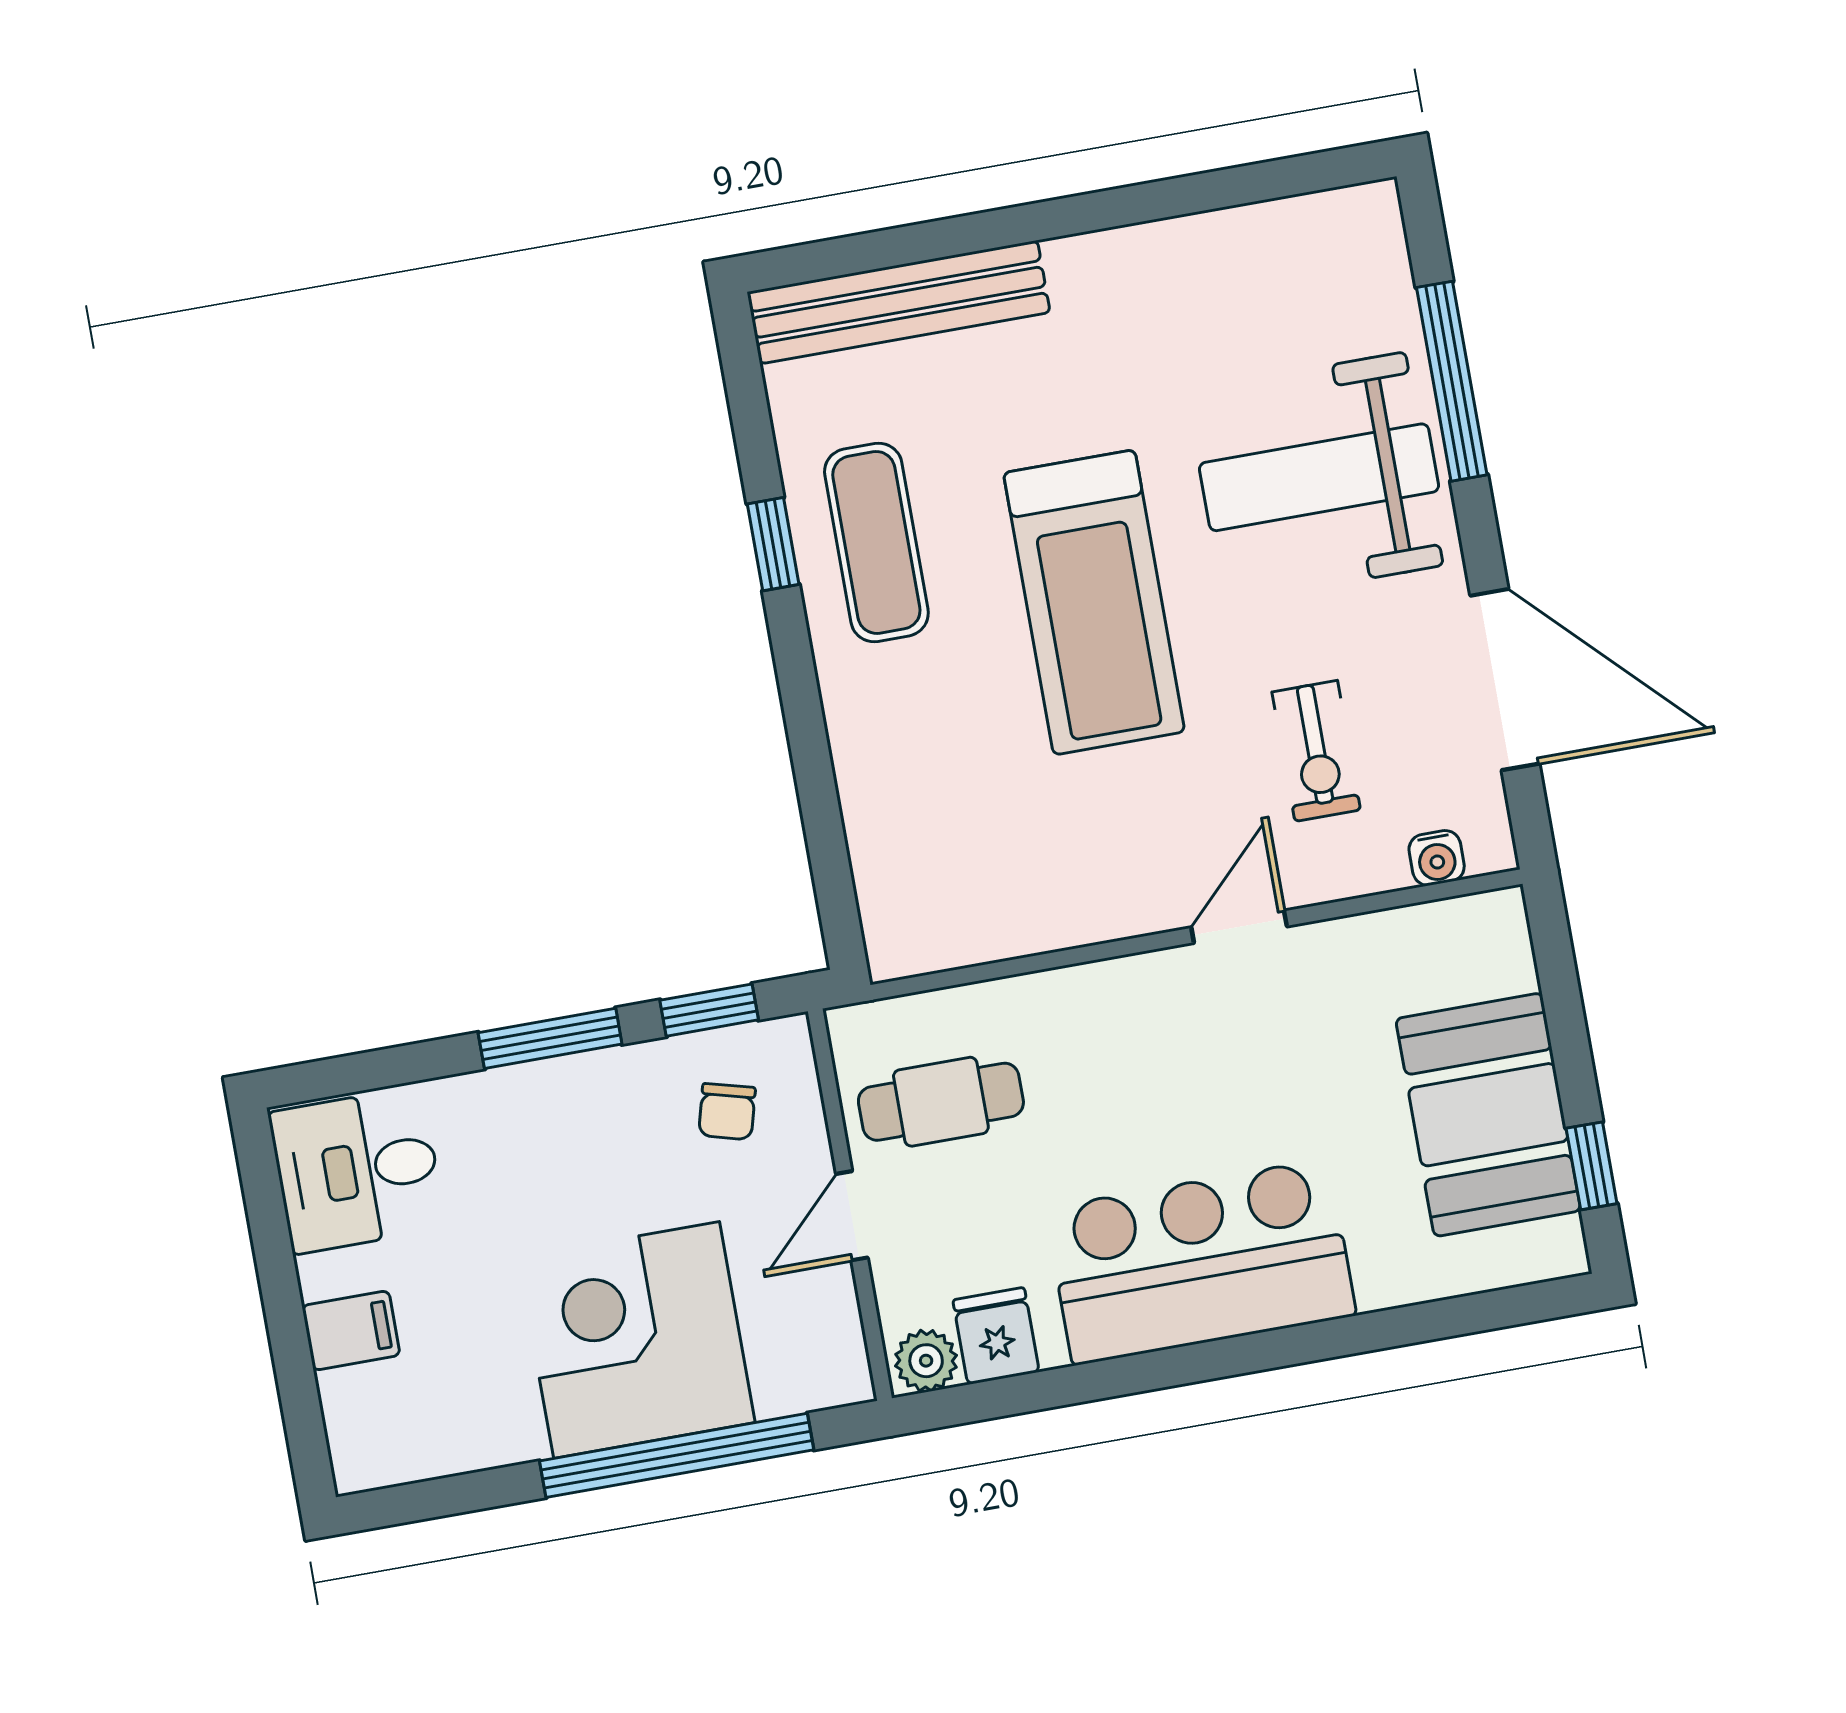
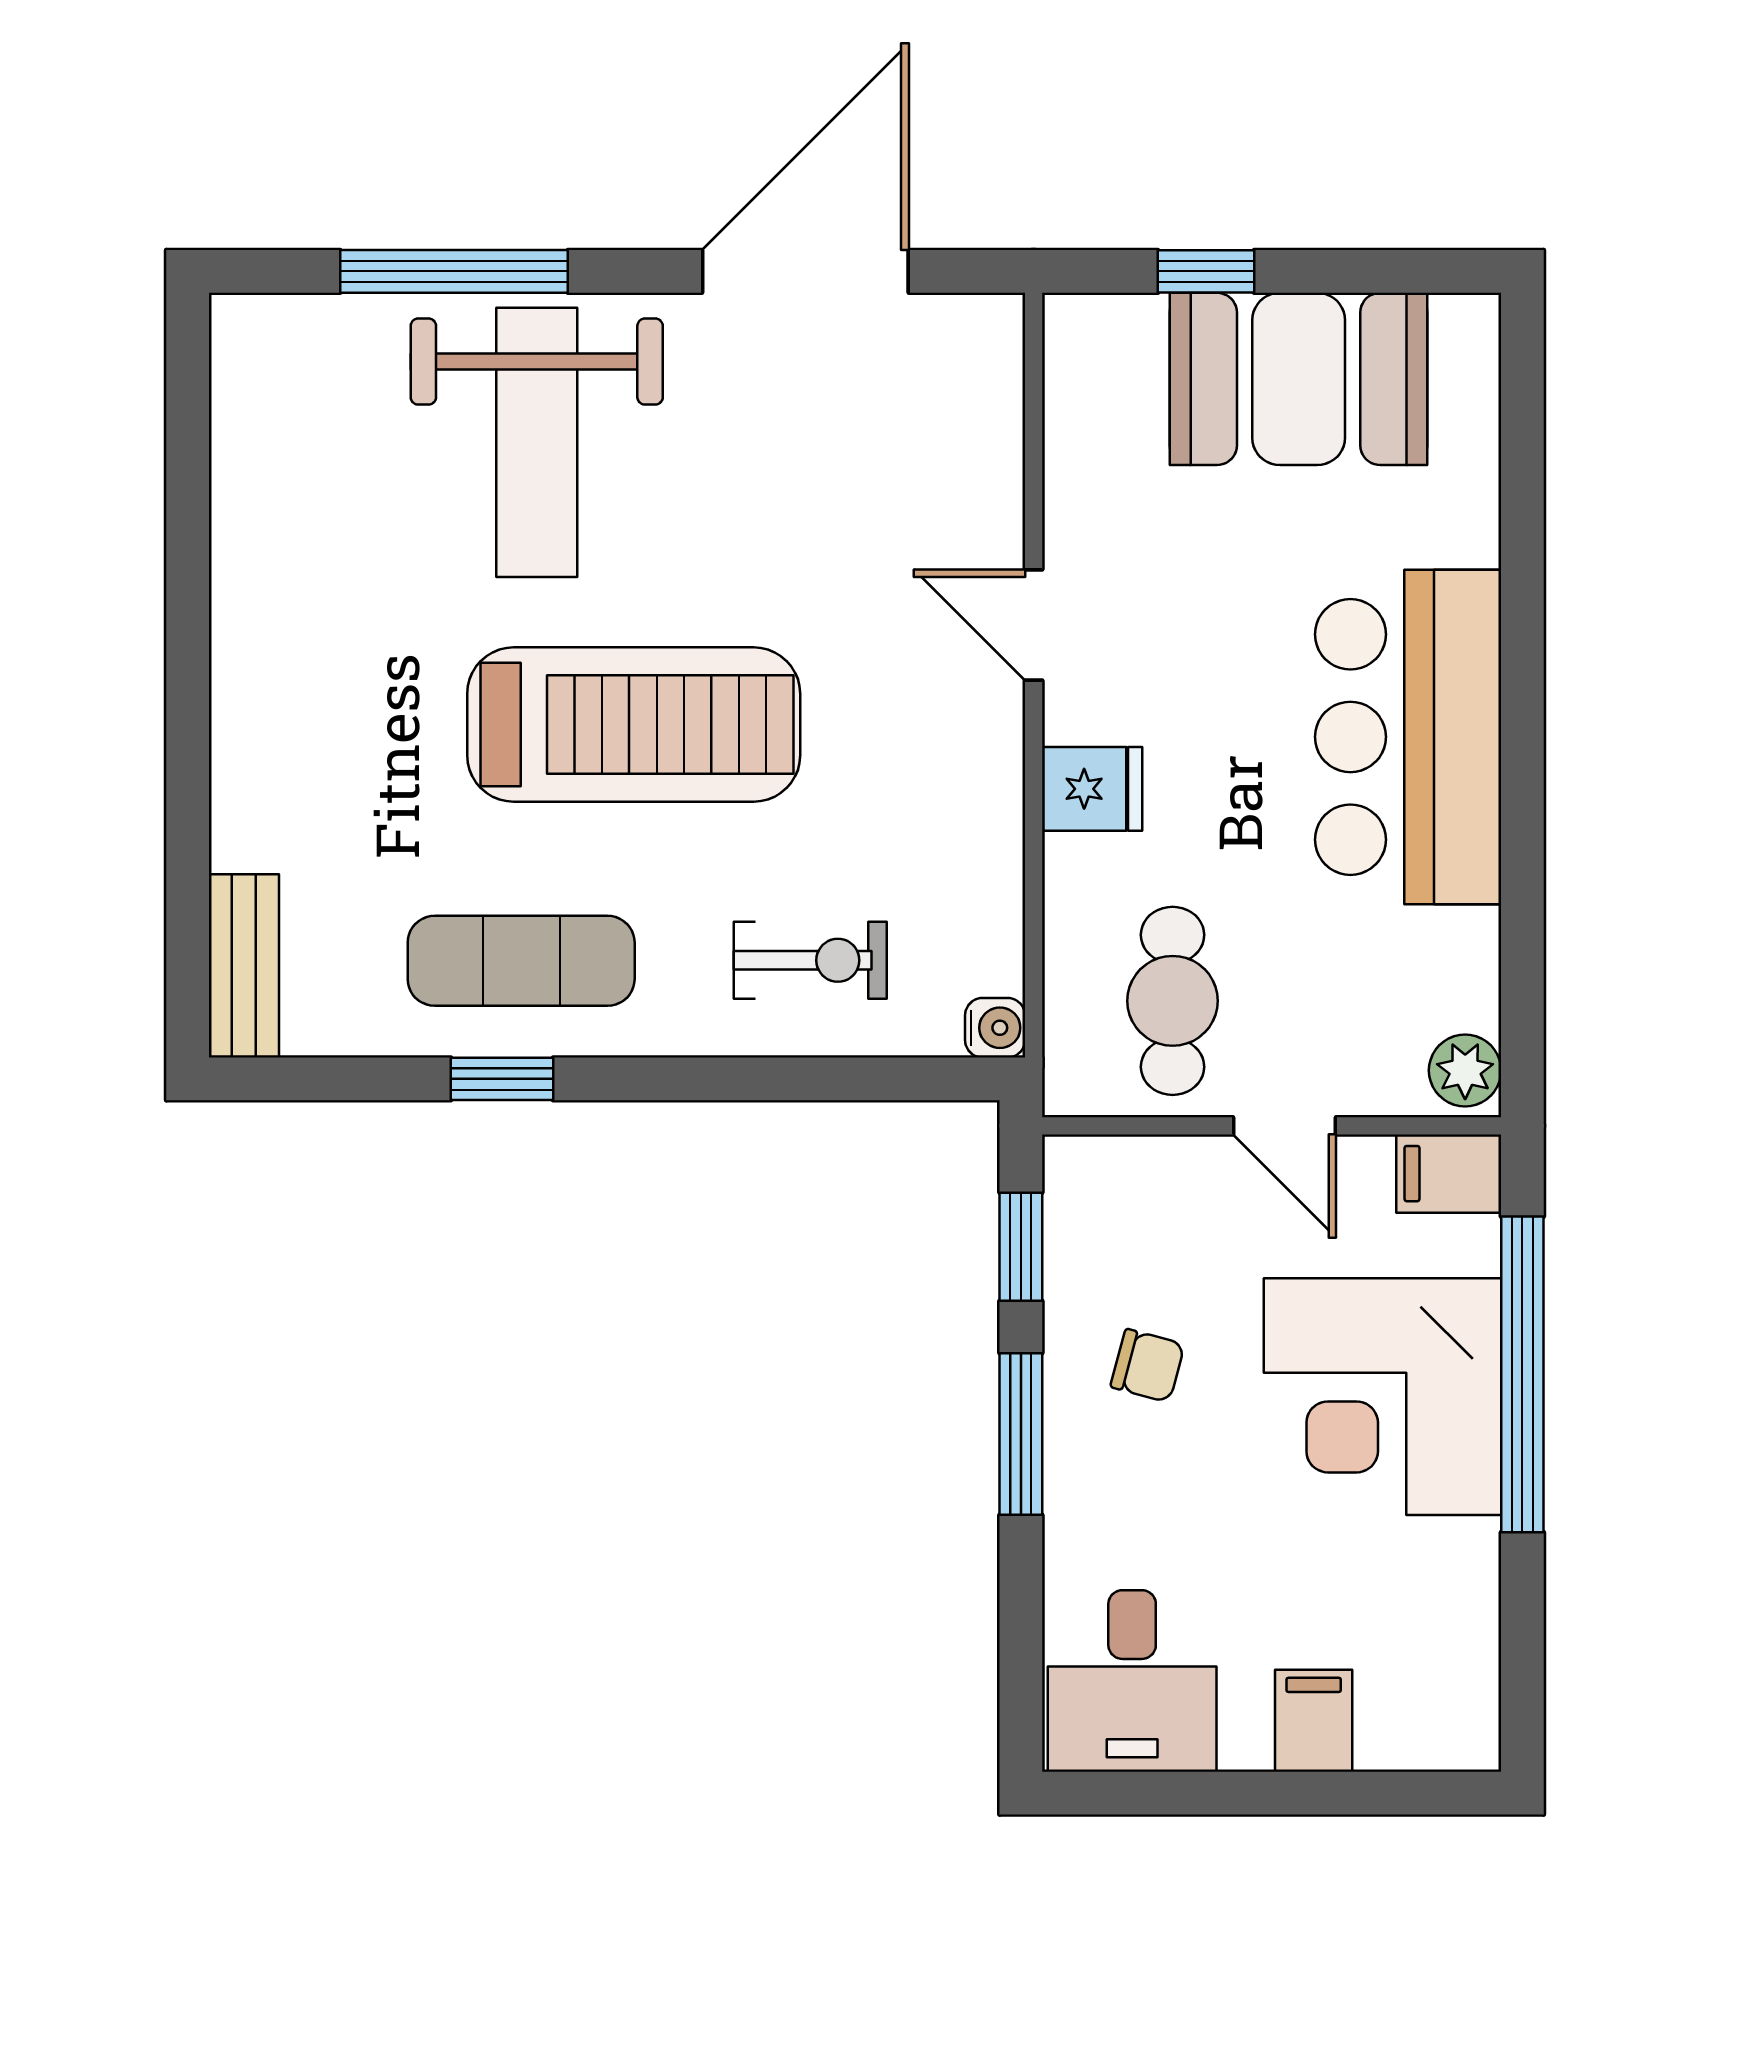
bench: (899, 302) -> (244, 966), width x0.54, depth x0.82
exercise bike: (1316, 751) -> (810, 960), moved
water cooler: (1437, 858) -> (995, 1028), moved
chair: (727, 1112) -> (1148, 1366), moved
window: (1592, 1166) -> (1206, 271), moved
fridge: (996, 1336) -> (1092, 789), moved, turned 180
filing cabinet: (836, 1362) -> (1449, 1174), added

